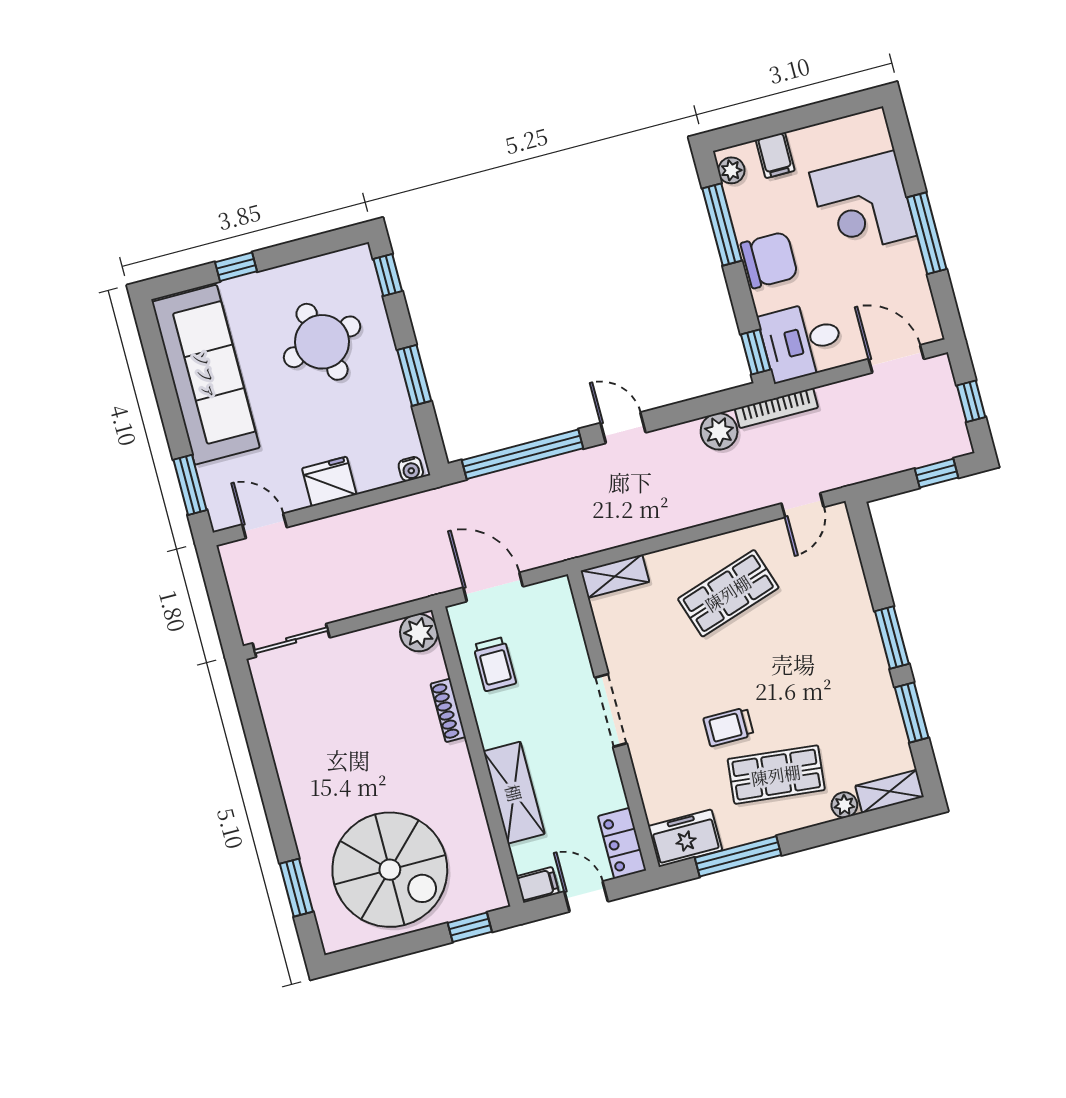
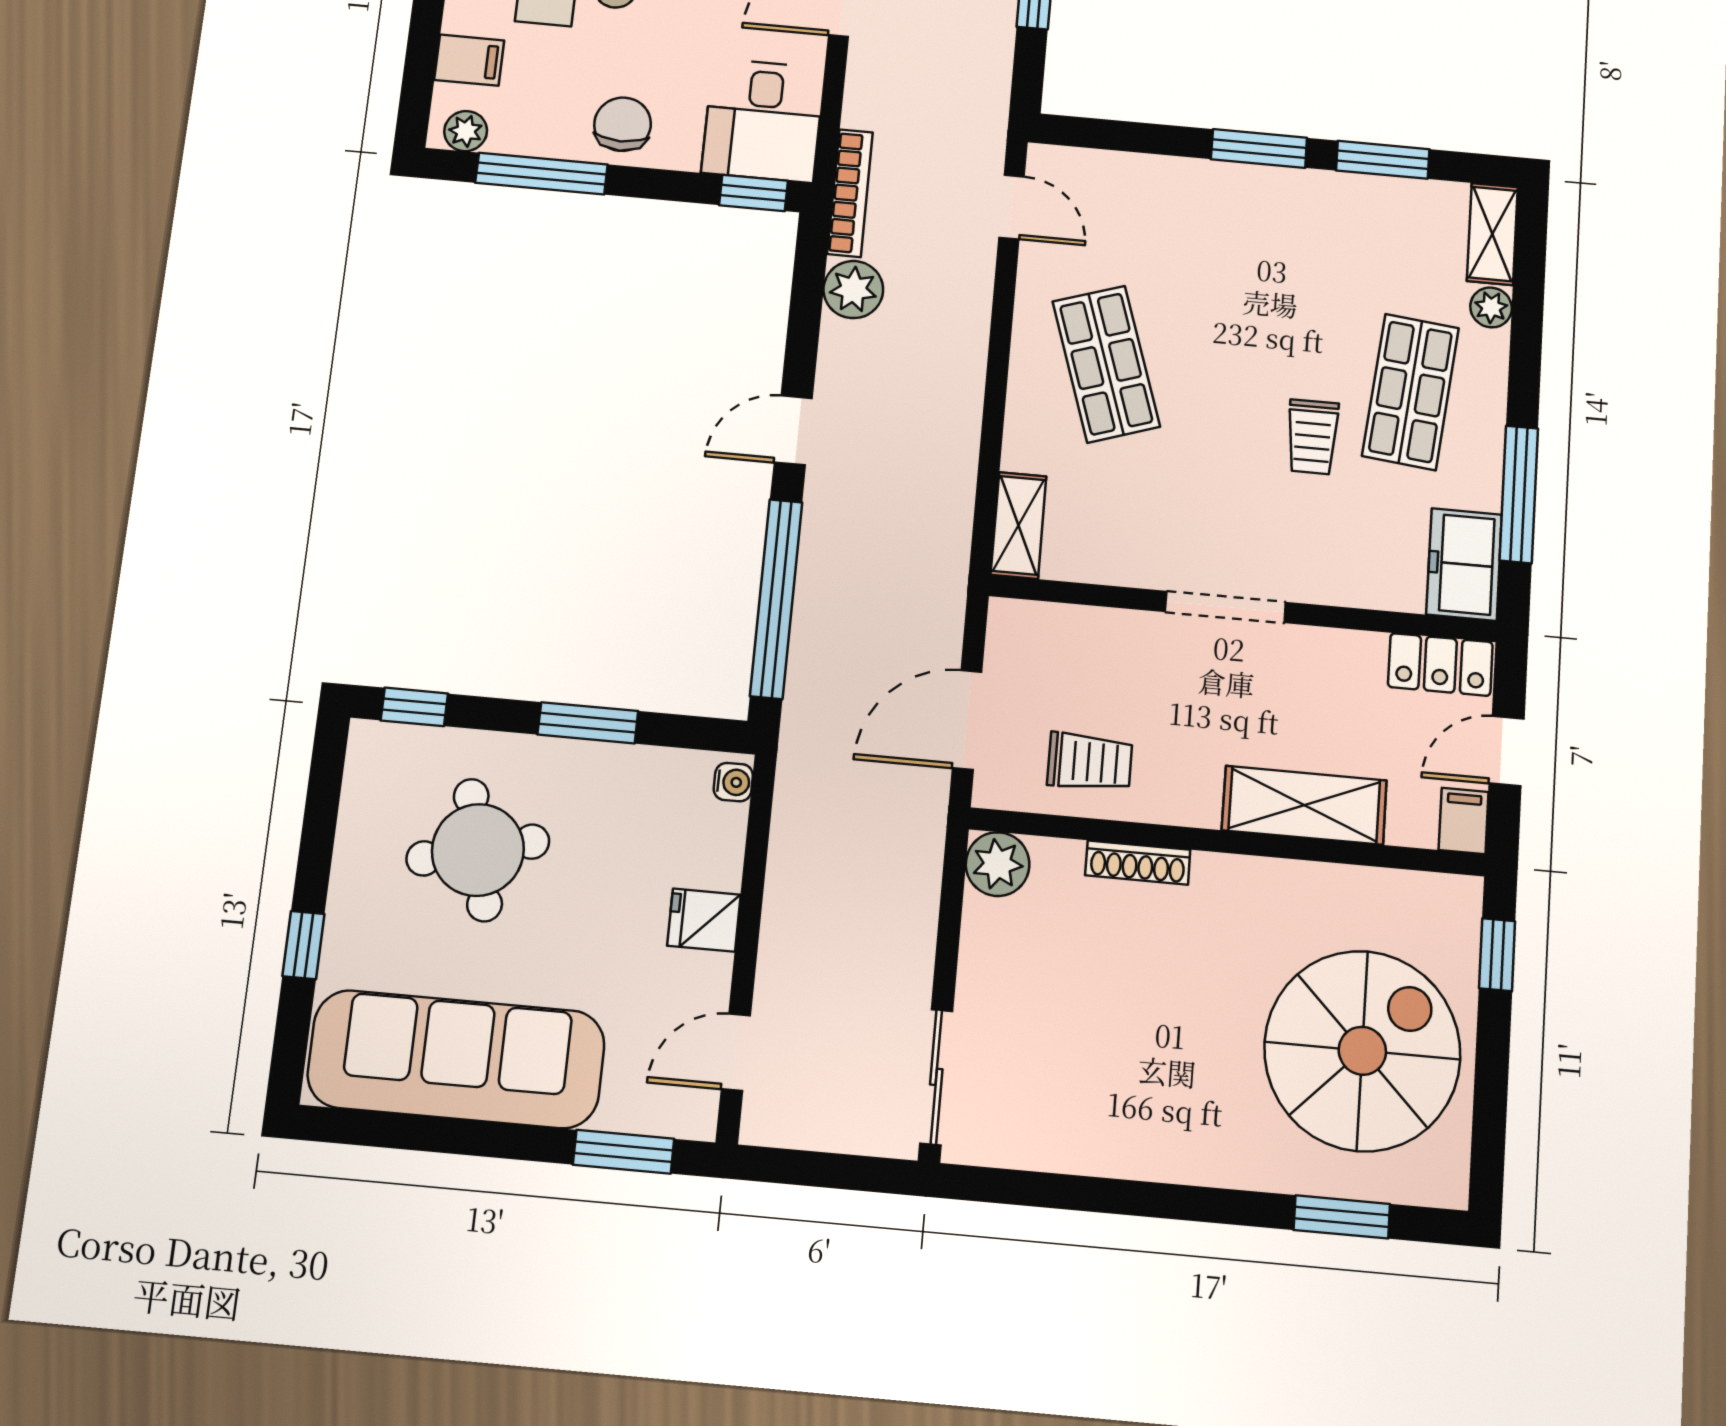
chair: (769, 260) -> (623, 124), width x0.73, depth x0.73
fridge: (329, 481) -> (704, 920), width x0.72

